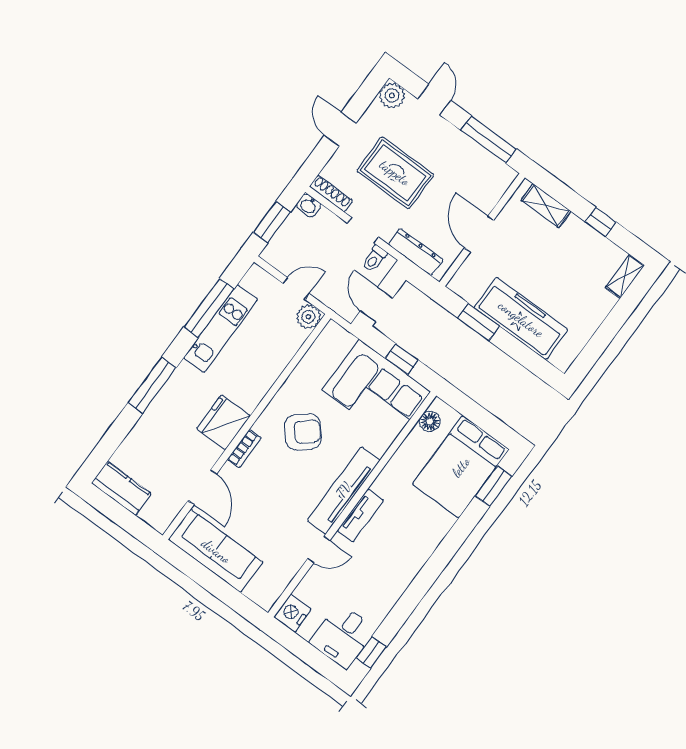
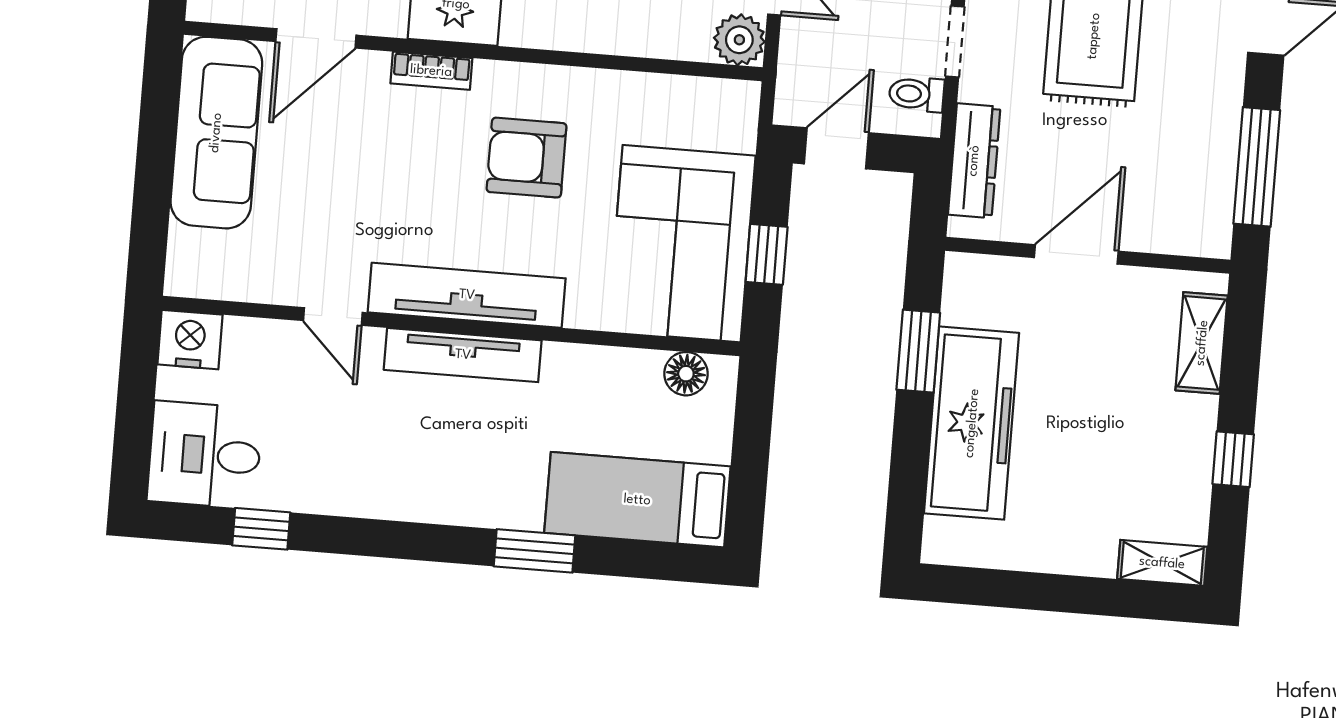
armchair: (303, 432) -> (526, 158), turned 131
bed: (461, 467) -> (637, 500), width x0.67
window: (494, 486) -> (535, 551), moved
tv unit: (360, 516) -> (463, 355), width x1.41
window: (371, 652) -> (261, 529), moved

